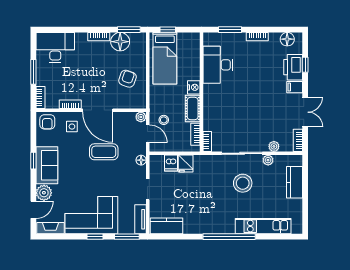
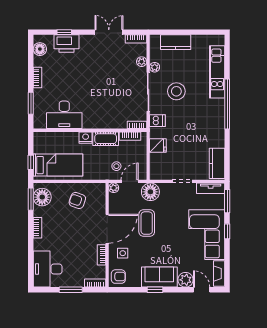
floor lamp: (120, 42) -> (42, 197), moved
filing cabinet: (295, 87) -> (85, 42), removed
floor lamp: (141, 160) -> (150, 192), width x1.89, depth x1.89
dishwasher: (171, 163) -> (157, 121), moved

